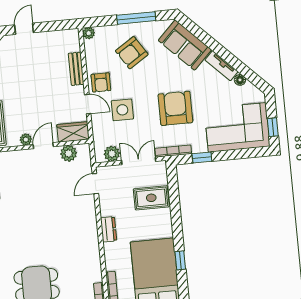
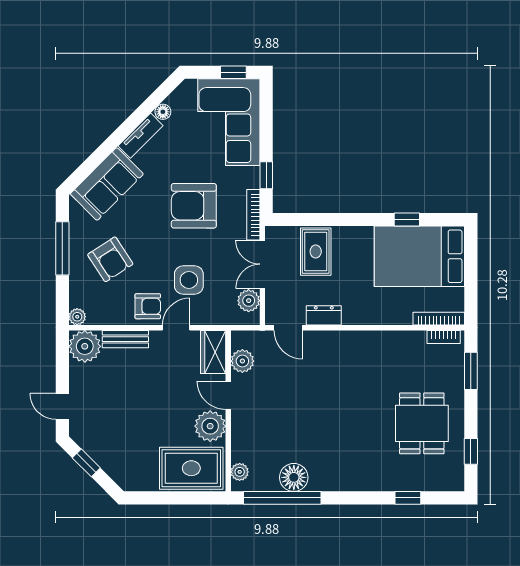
plant: (68, 40) -> (85, 346), added
plant: (26, 140) -> (210, 426), width x1.88, depth x1.88
dresser: (109, 229) -> (324, 315), moved

